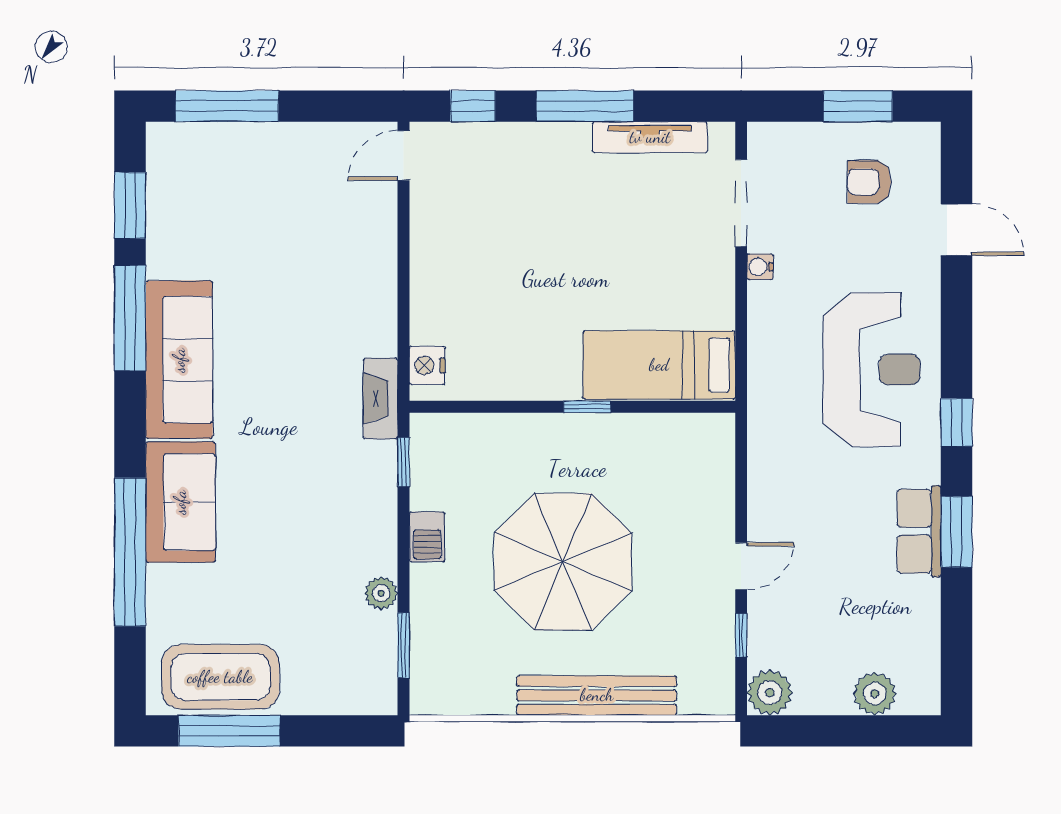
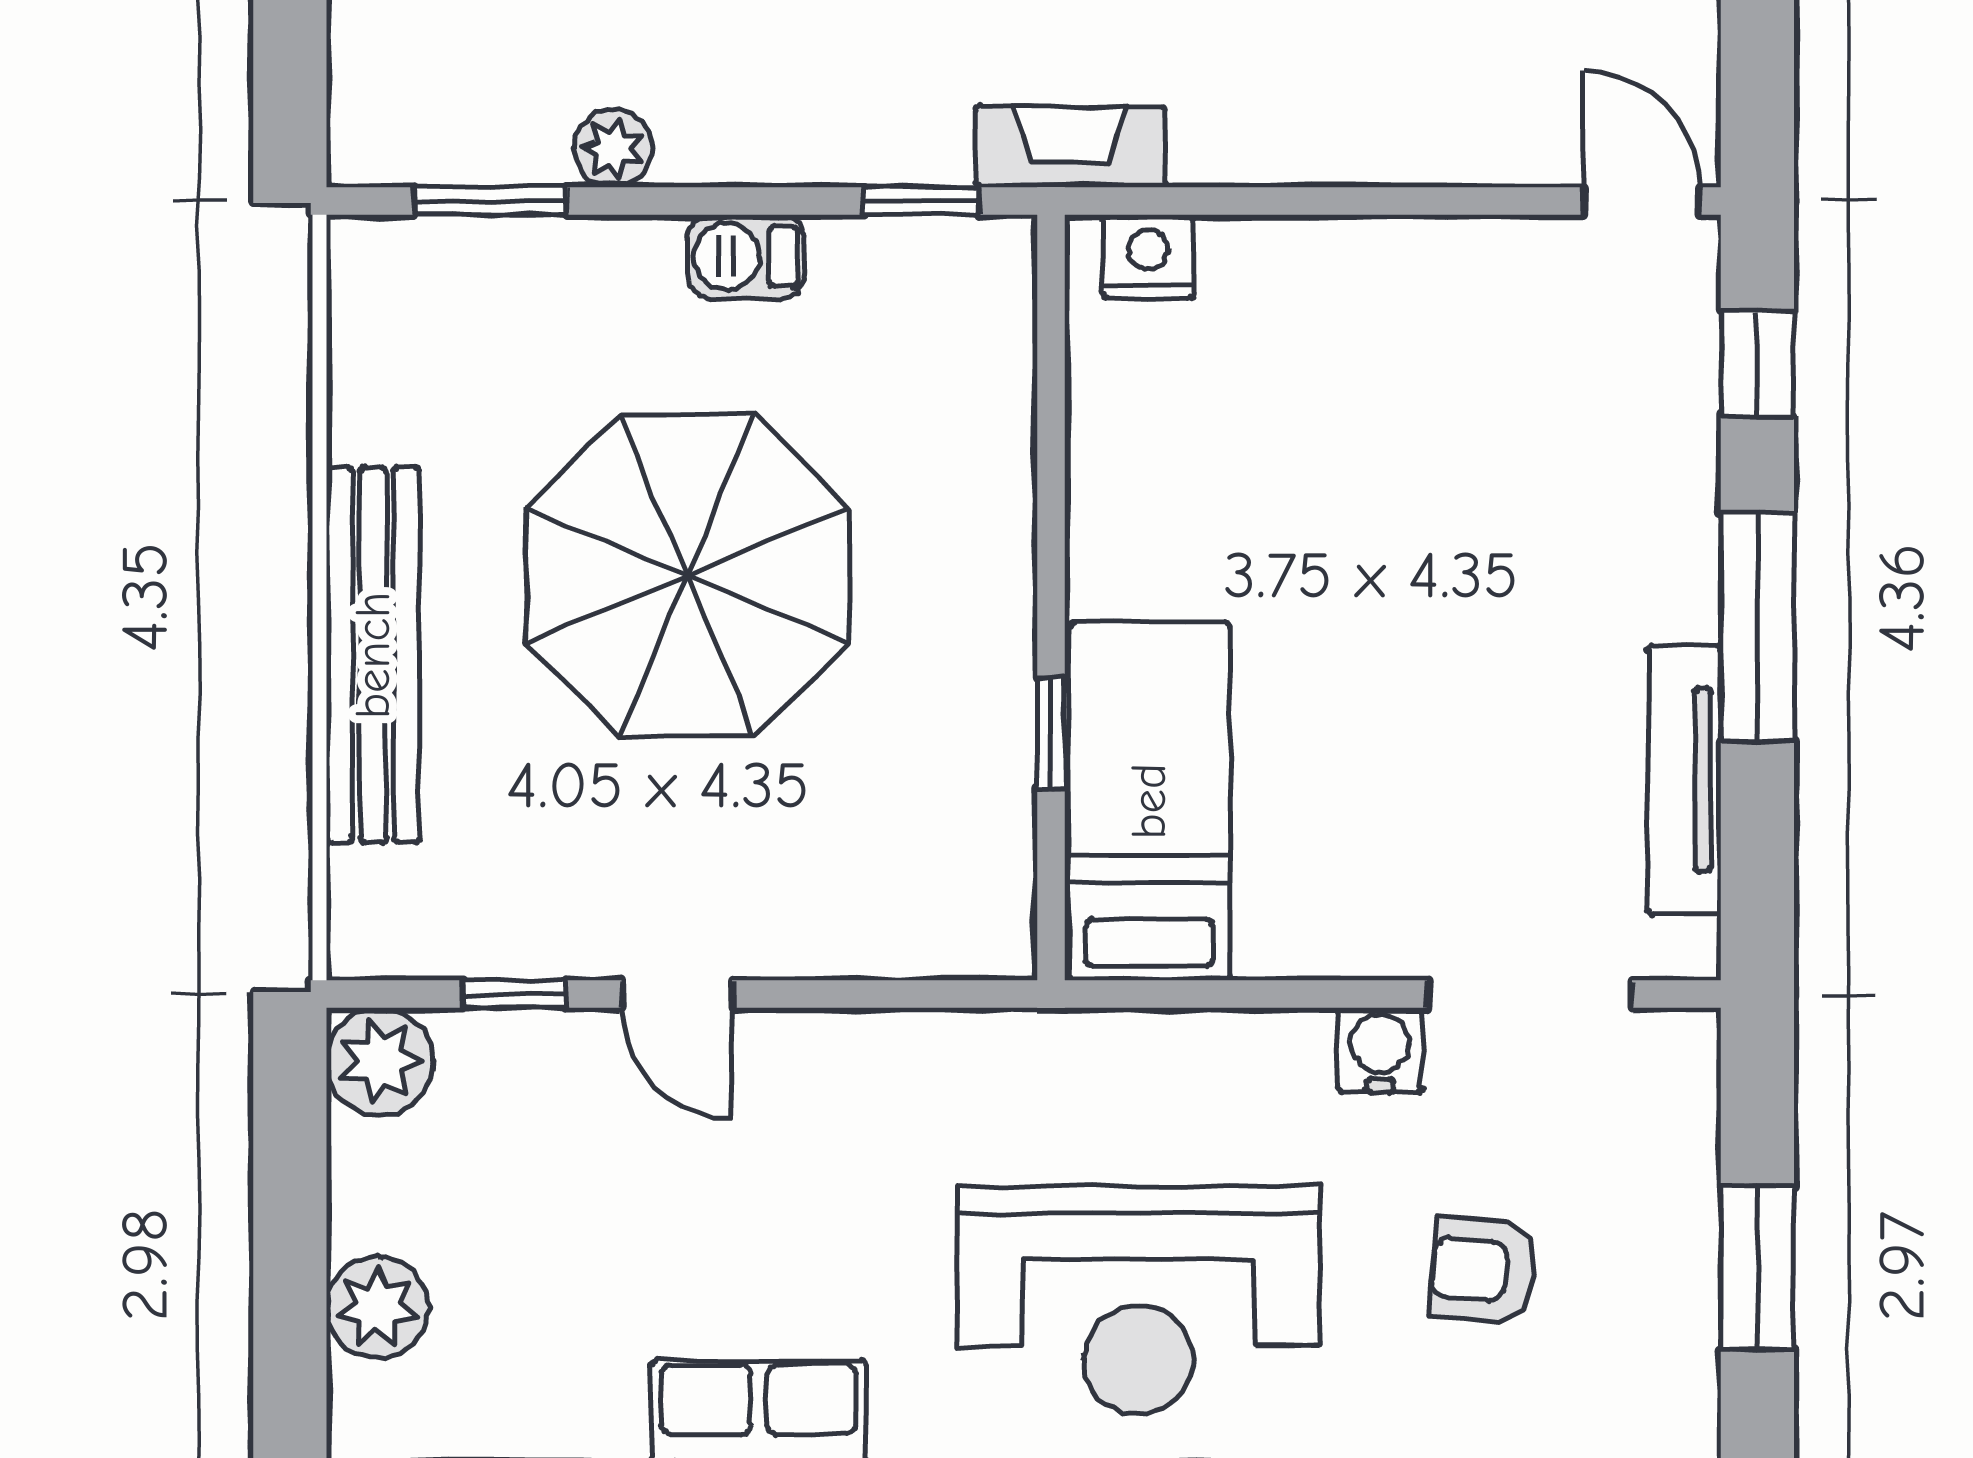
armchair: (869, 182) -> (1483, 1271), moved, turned -85
water cooler: (760, 267) -> (1380, 1050), width x1.38, depth x1.38
window: (587, 407) -> (1051, 734), moved

